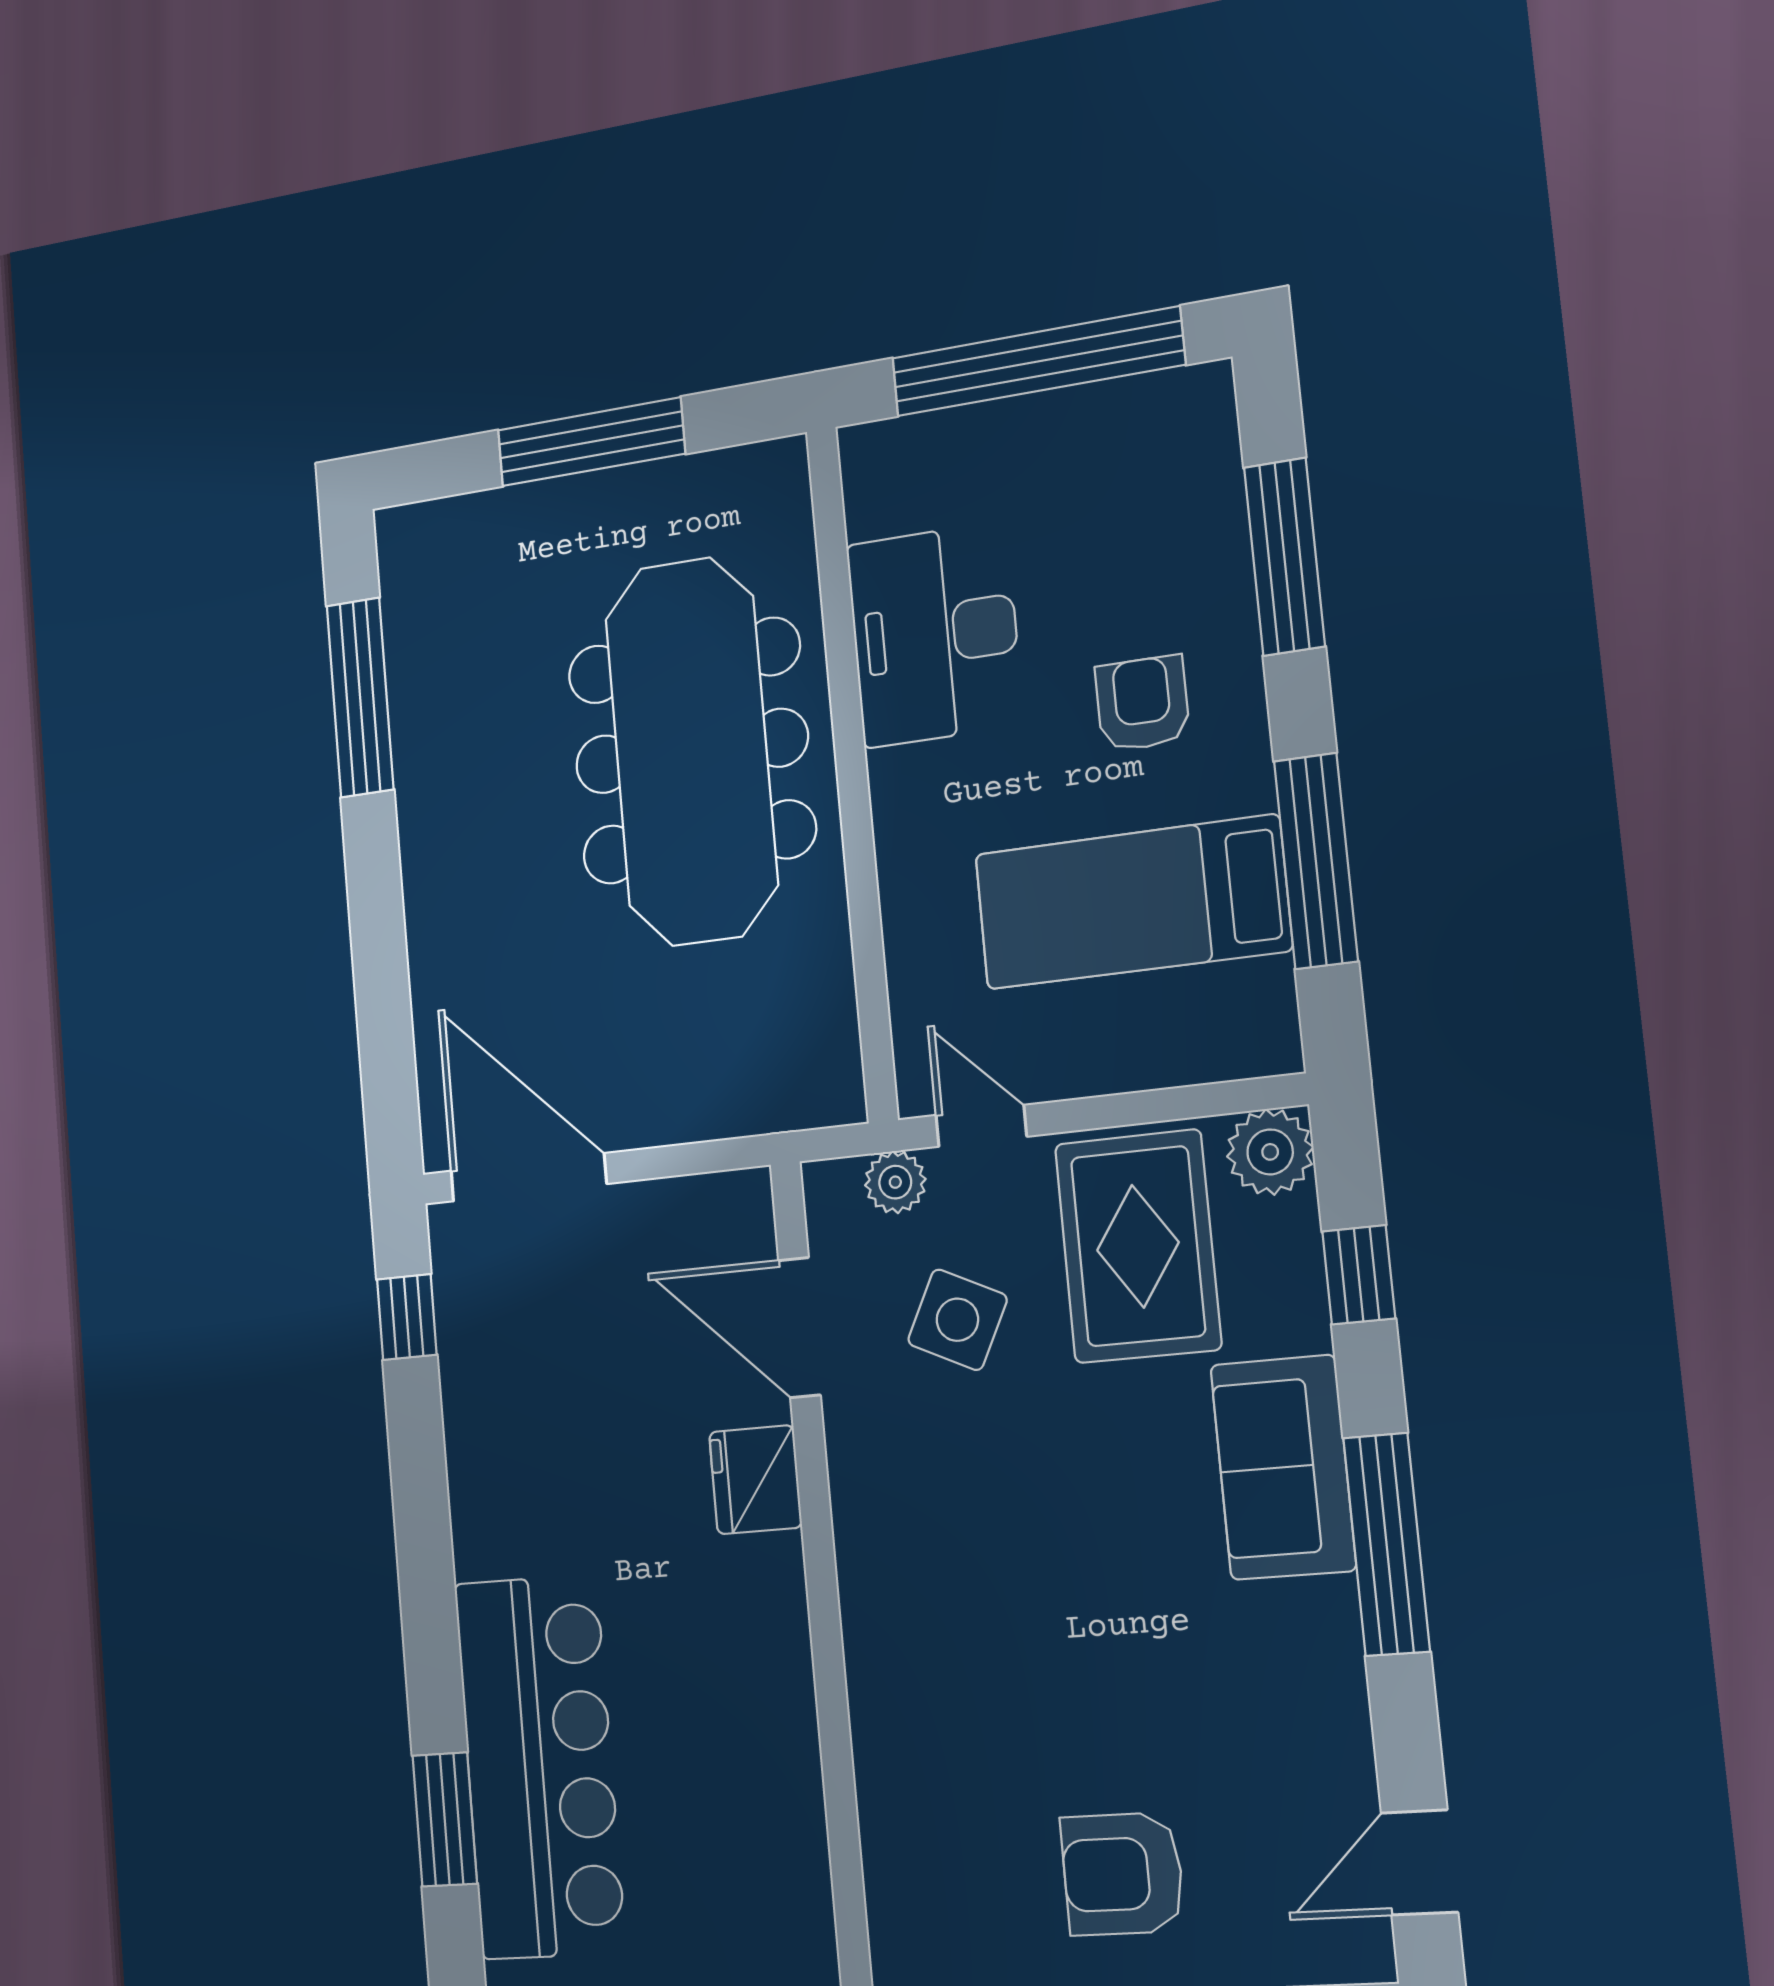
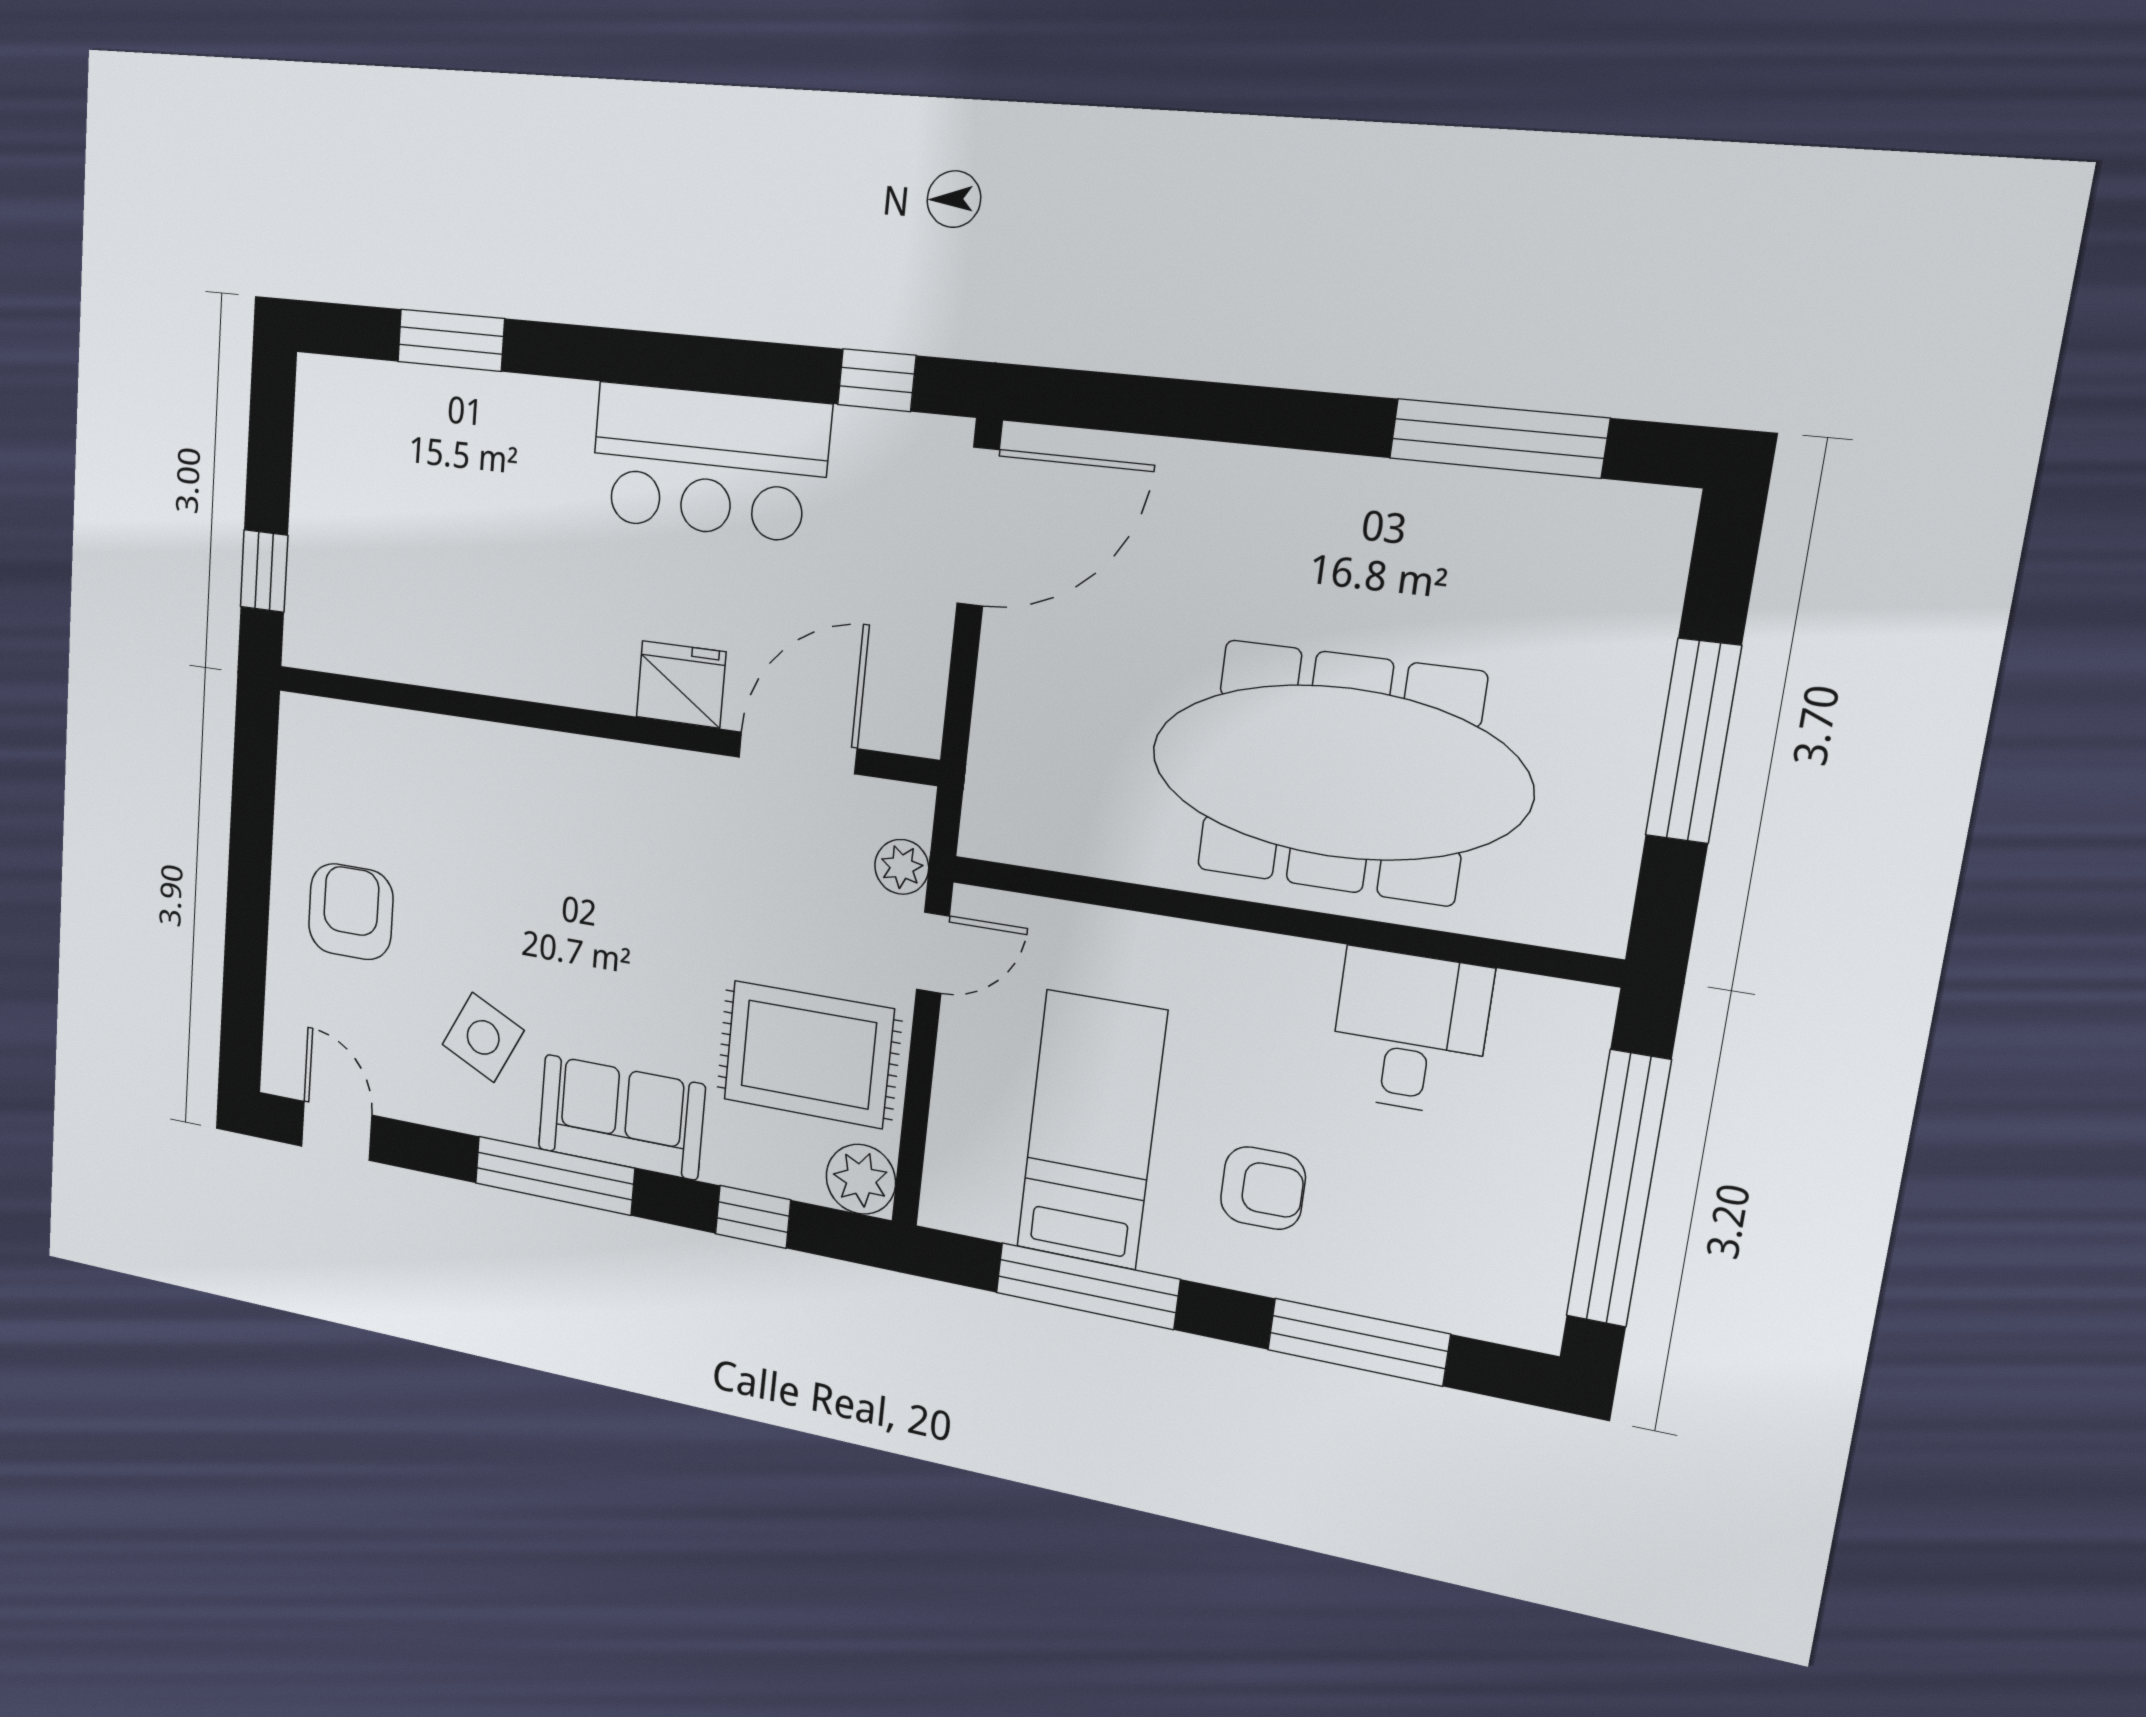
desk: (935, 635) -> (1410, 1032), width x0.73
side table: (957, 1320) -> (483, 1037), moved
bar counter: (539, 1767) -> (709, 462), moved, width x0.73

